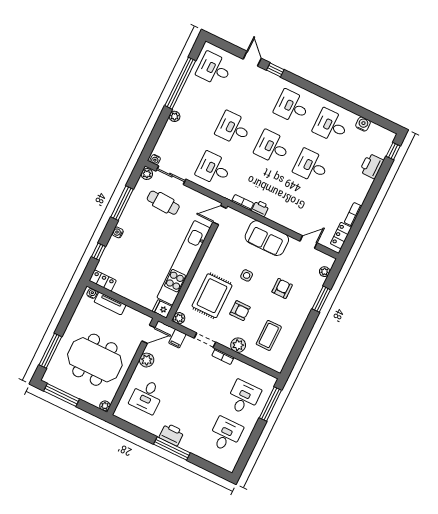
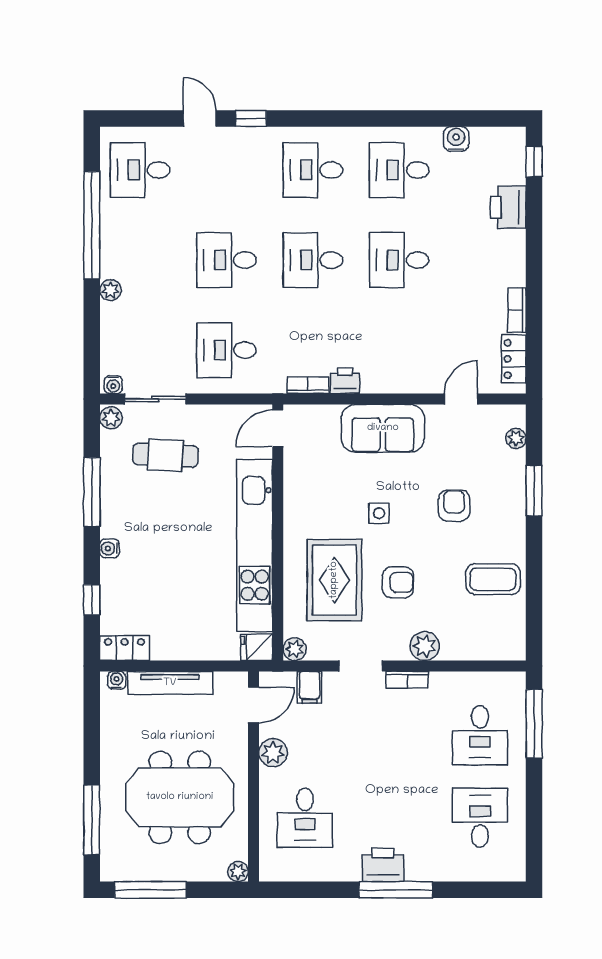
tv unit: (110, 303) -> (170, 683), width x1.41
coffee table: (269, 335) -> (493, 579), moved, turned 90
desk: (244, 397) -> (480, 735), turned 180

